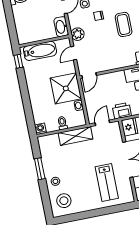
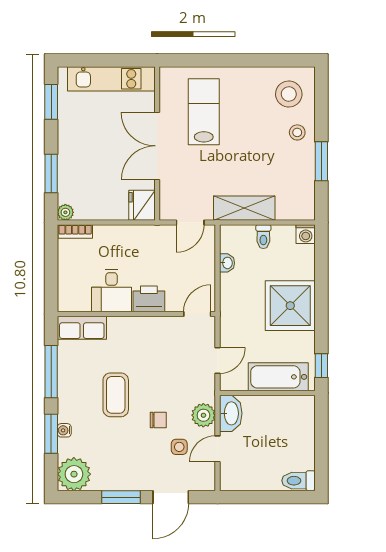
plant: (78, 34) -> (203, 415), moved
shower: (66, 88) -> (290, 306), moved
printer: (122, 111) -> (149, 299), moved, turned 180

